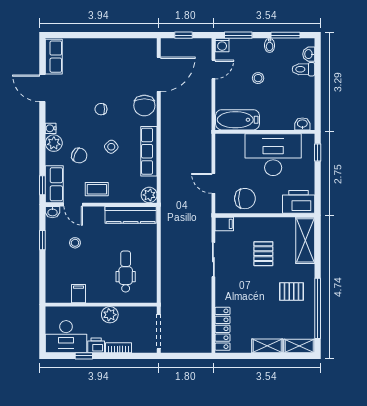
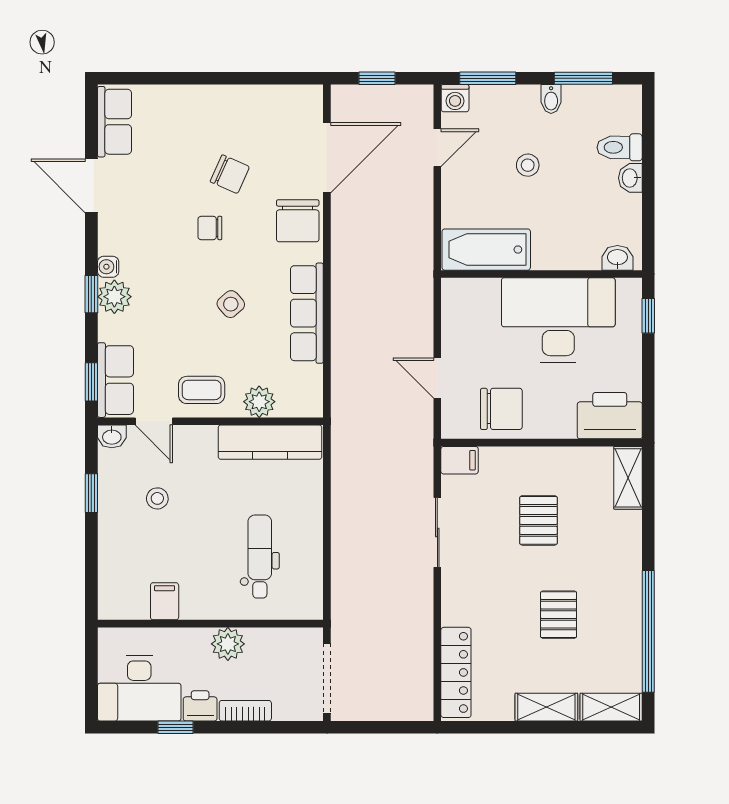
washbasin: (309, 54) -> (630, 178), moved
window: (42, 142) -> (91, 294), added
chair: (79, 156) -> (230, 174), moved
plant: (149, 195) -> (259, 402), moved
shelving: (305, 240) -> (628, 478), width x0.67, depth x0.75
pallet: (291, 291) -> (559, 615), moved, turned 90

